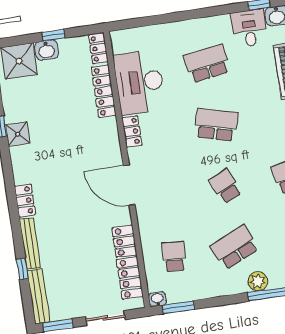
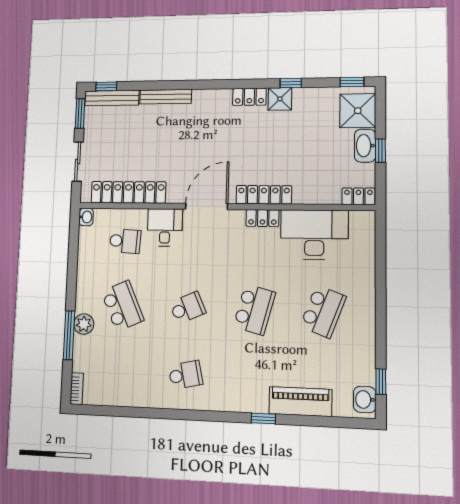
desk: (249, 28) -> (165, 227), moved, turned -90
washbasin: (47, 50) -> (365, 146), width x1.38
school desk: (207, 64) -> (323, 311), turned 30
locker: (104, 91) -> (264, 195), moved
locker: (25, 200) -> (249, 97), moved
window: (22, 269) -> (106, 86), moved
window: (178, 307) -> (74, 237), removed

